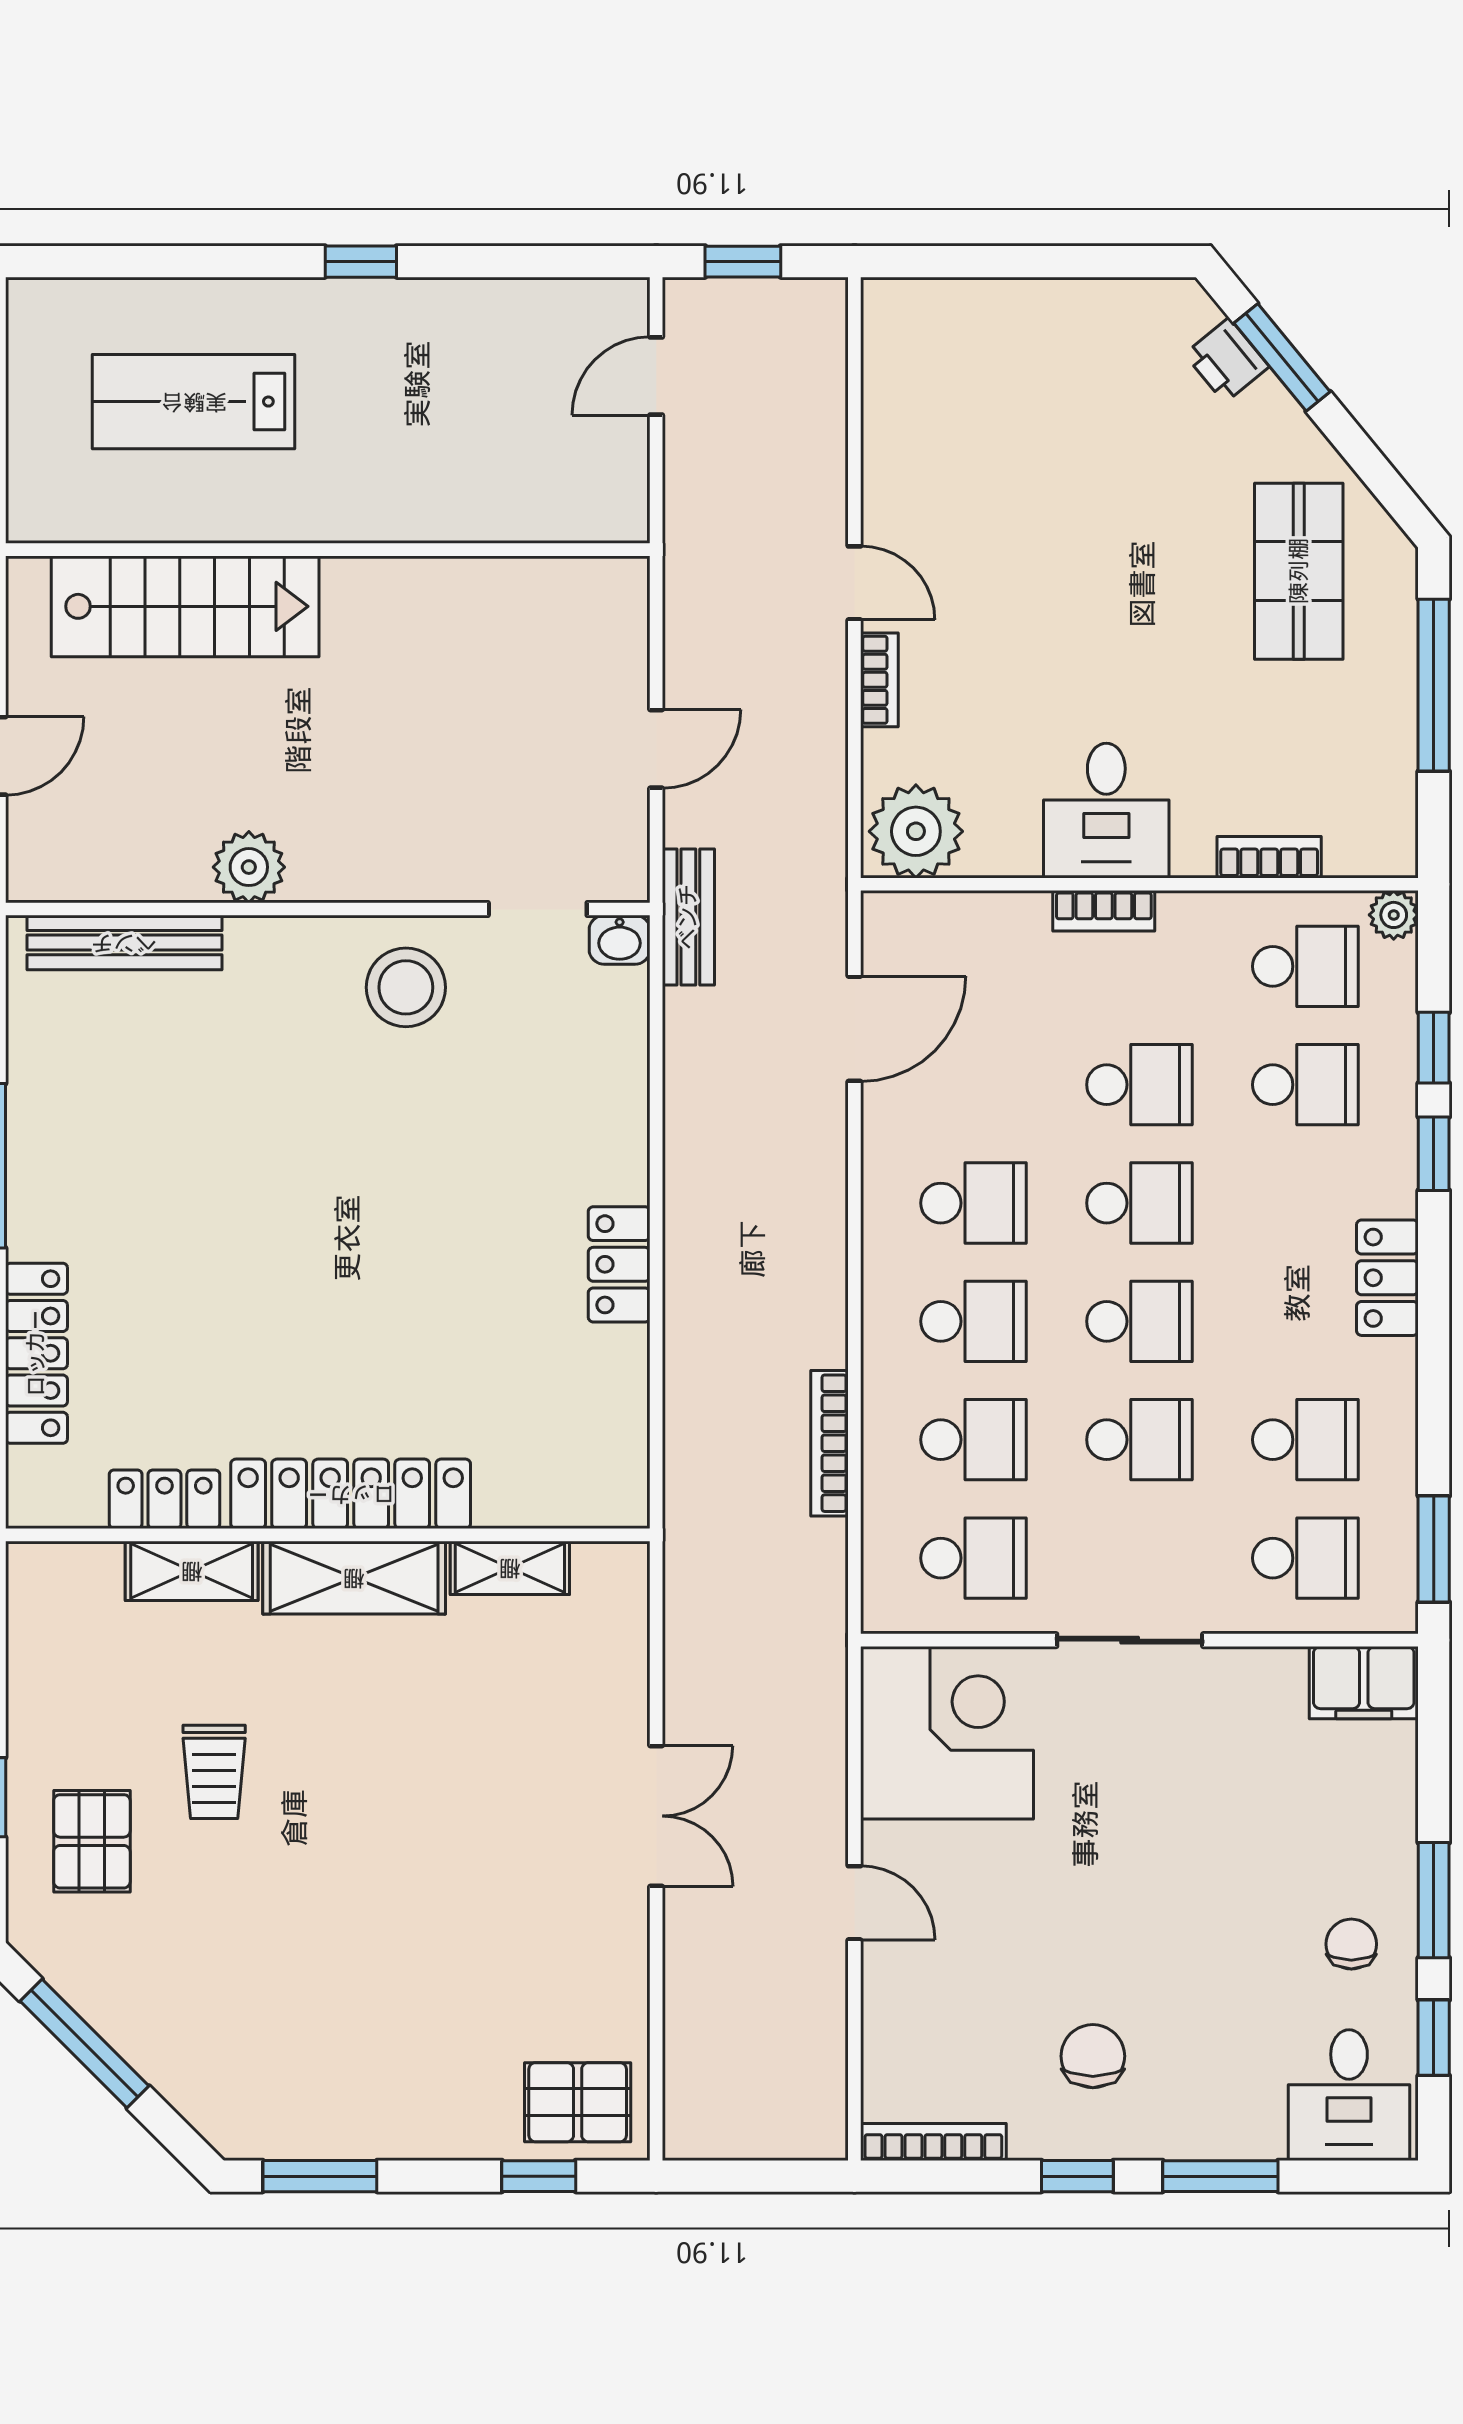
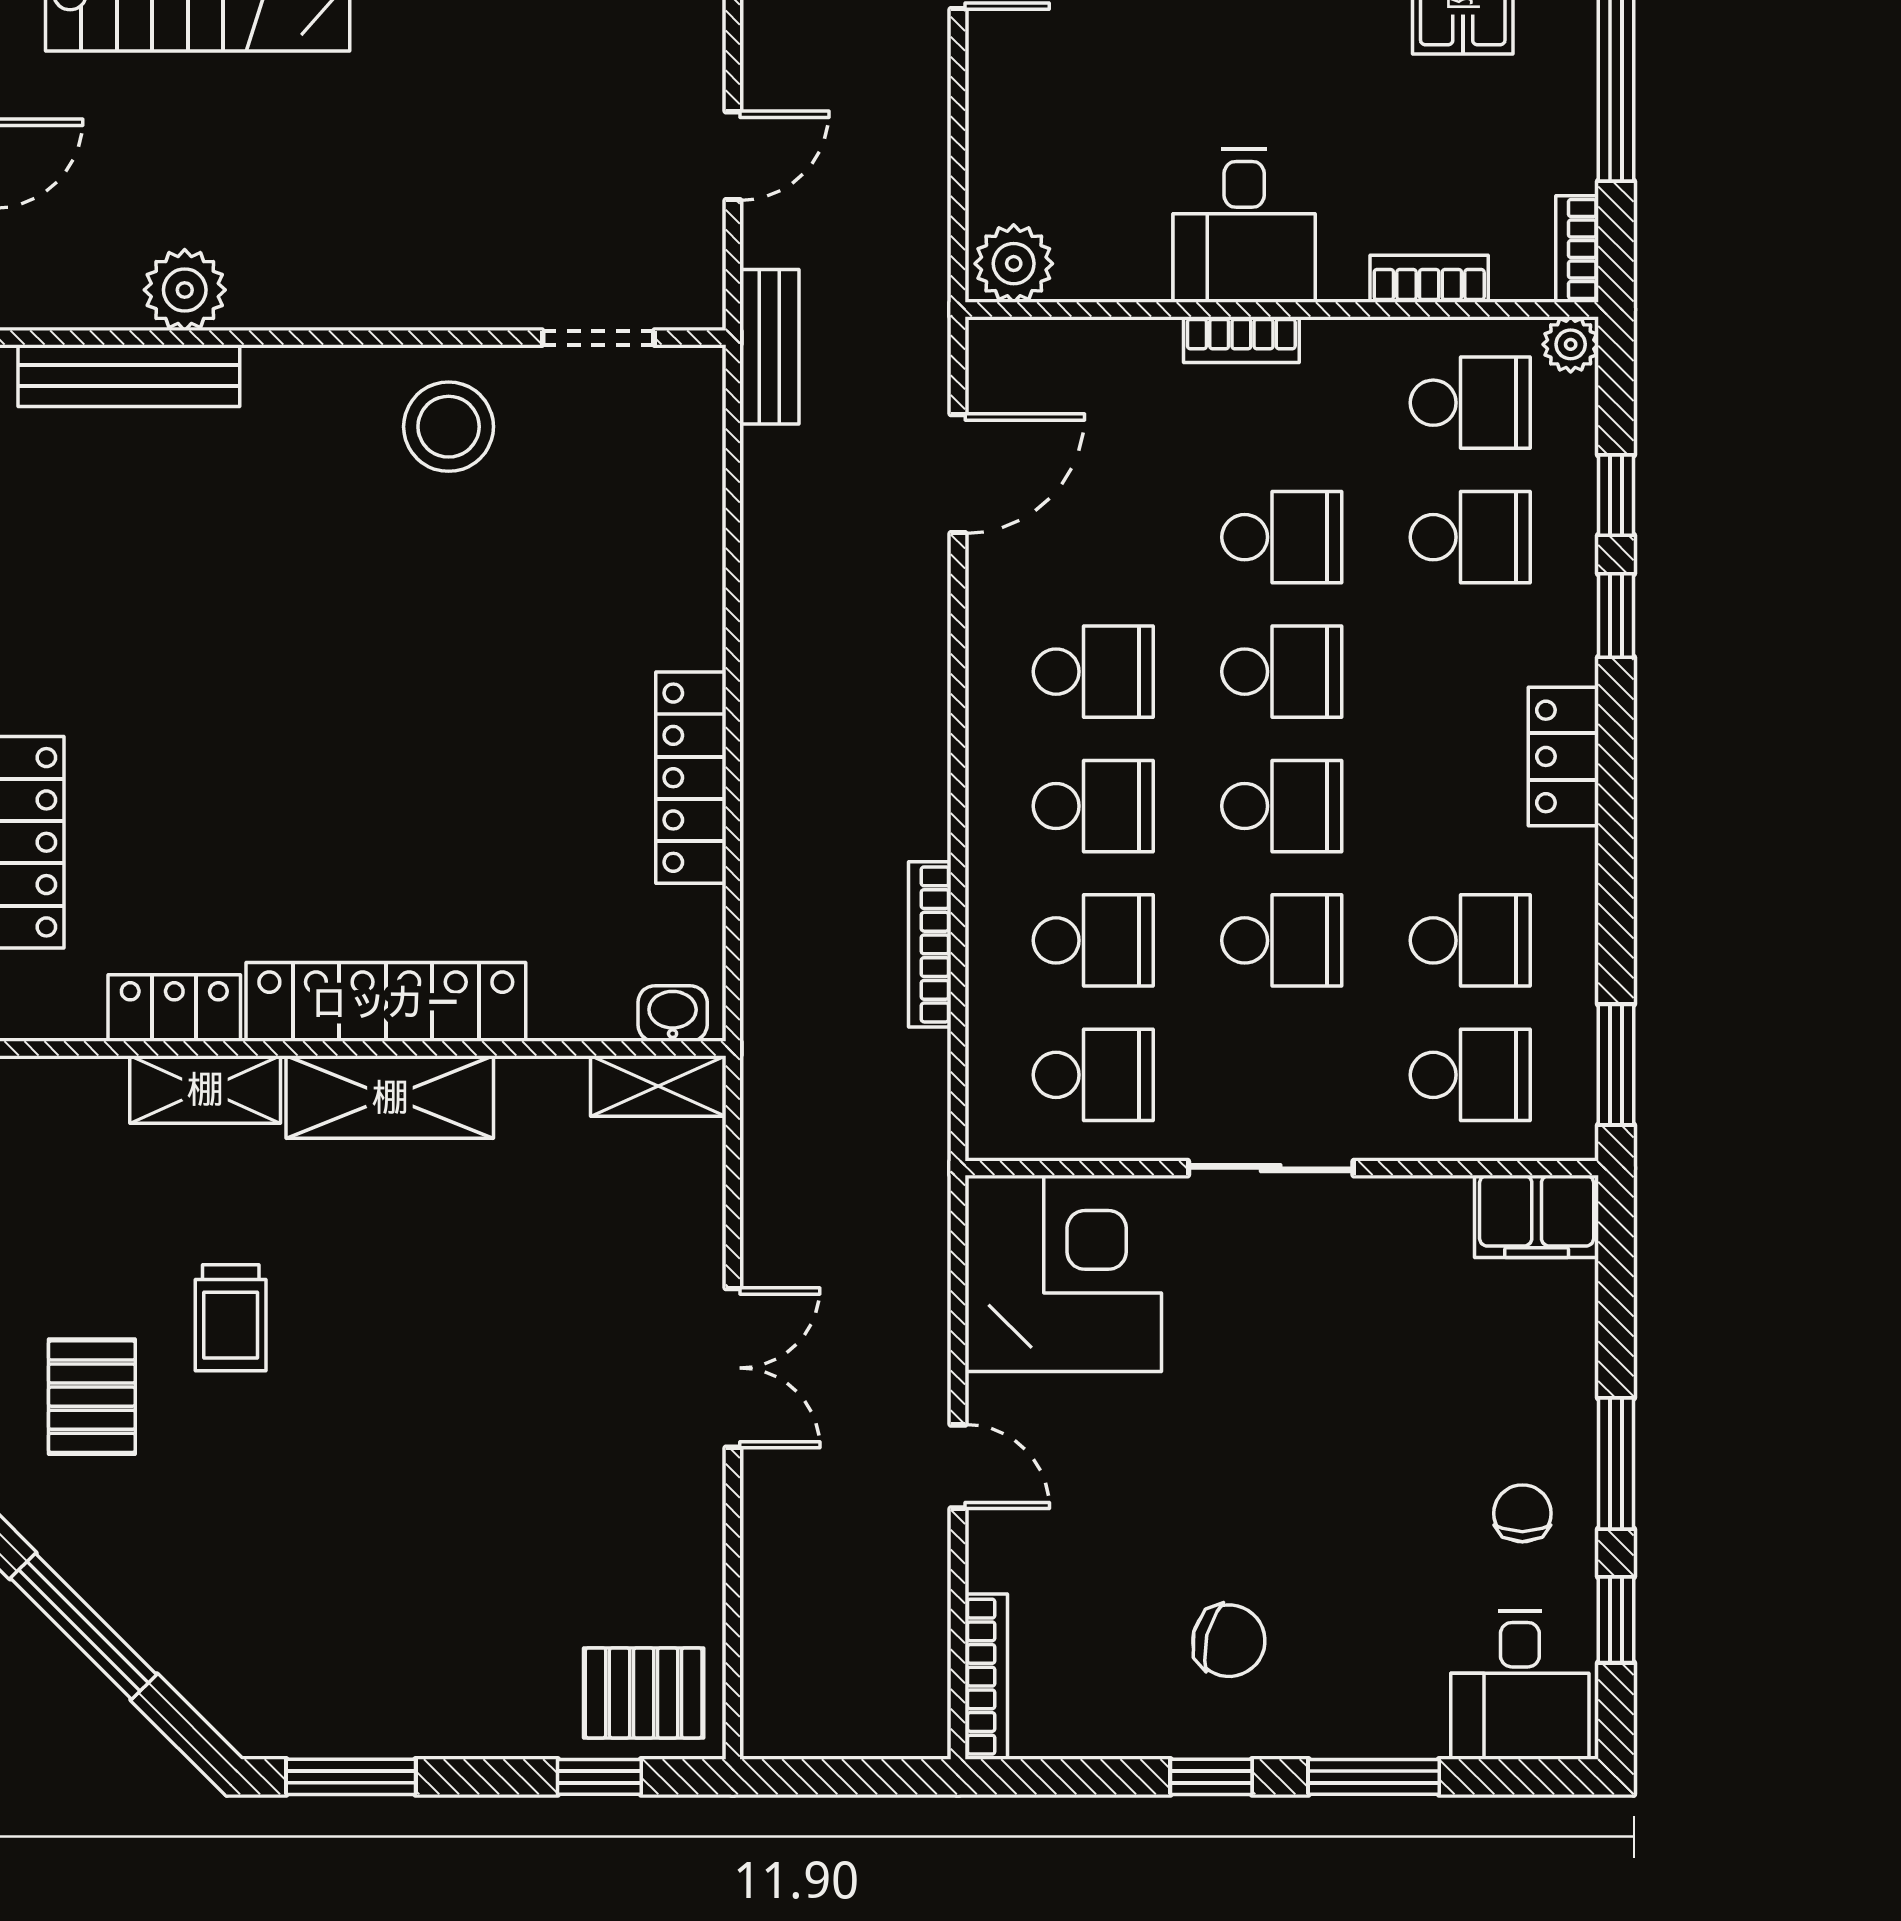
bookcase: (879, 680) -> (1577, 249), moved, turned 180
plant: (916, 831) -> (1014, 264), width x0.73, depth x0.73
plant: (249, 867) -> (185, 290), moved
washbasin: (620, 940) -> (673, 1014), moved, turned 180
locker: (619, 1264) -> (691, 778), width x1.53
shelving: (510, 1568) -> (658, 1086), moved
chair: (1093, 2056) -> (1229, 1641), turned 104
bookcase: (933, 2142) -> (986, 1677), moved, turned 90

